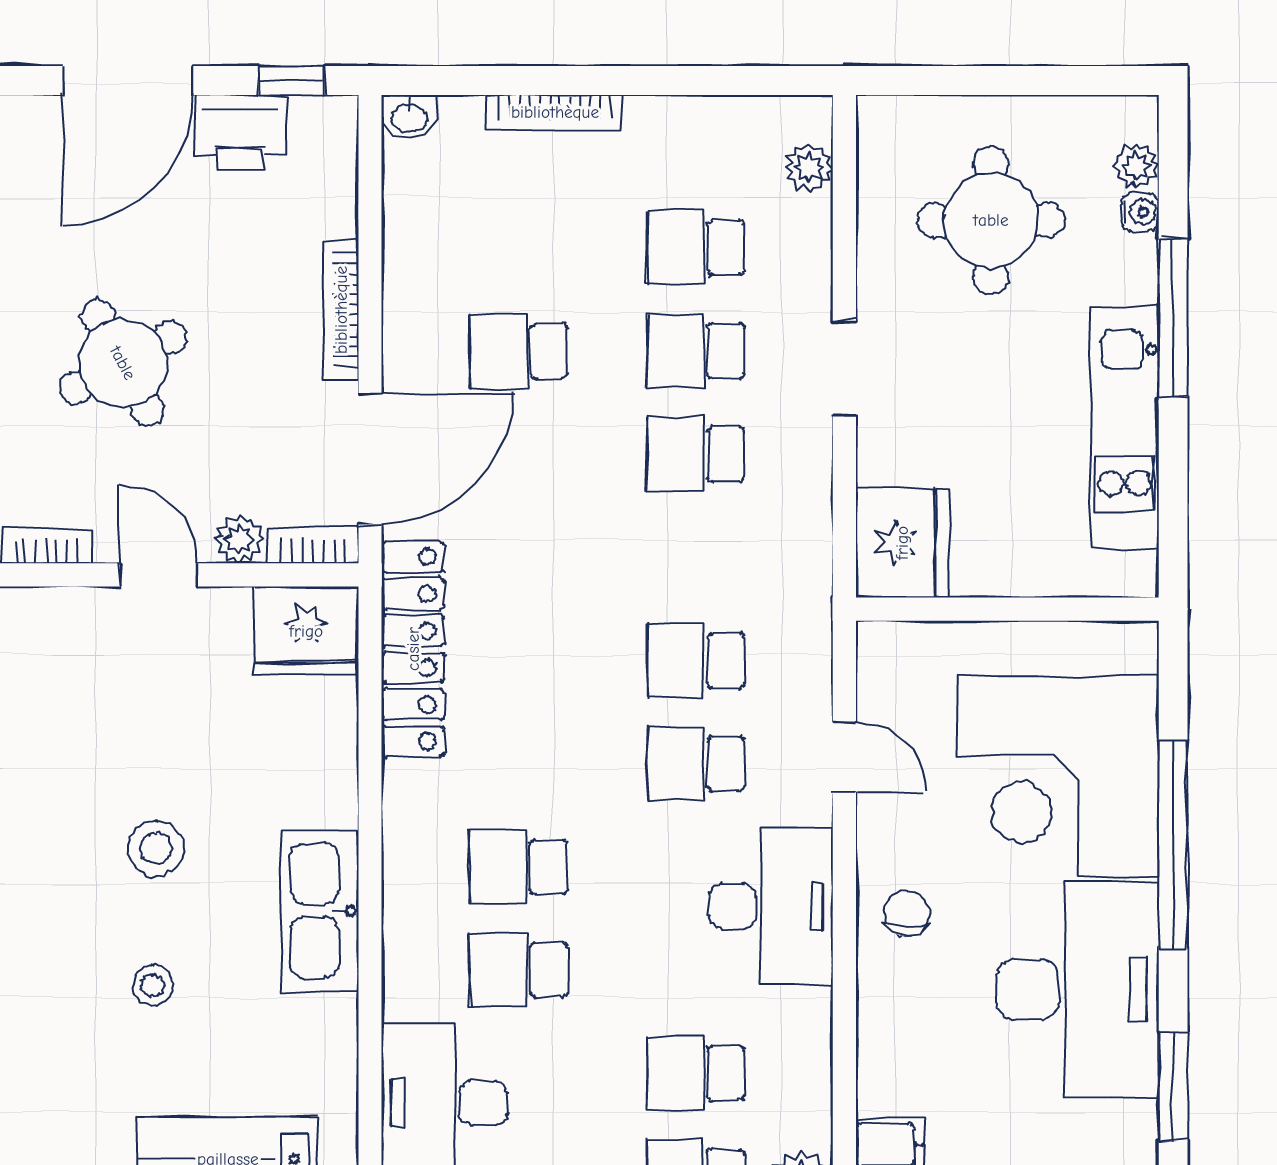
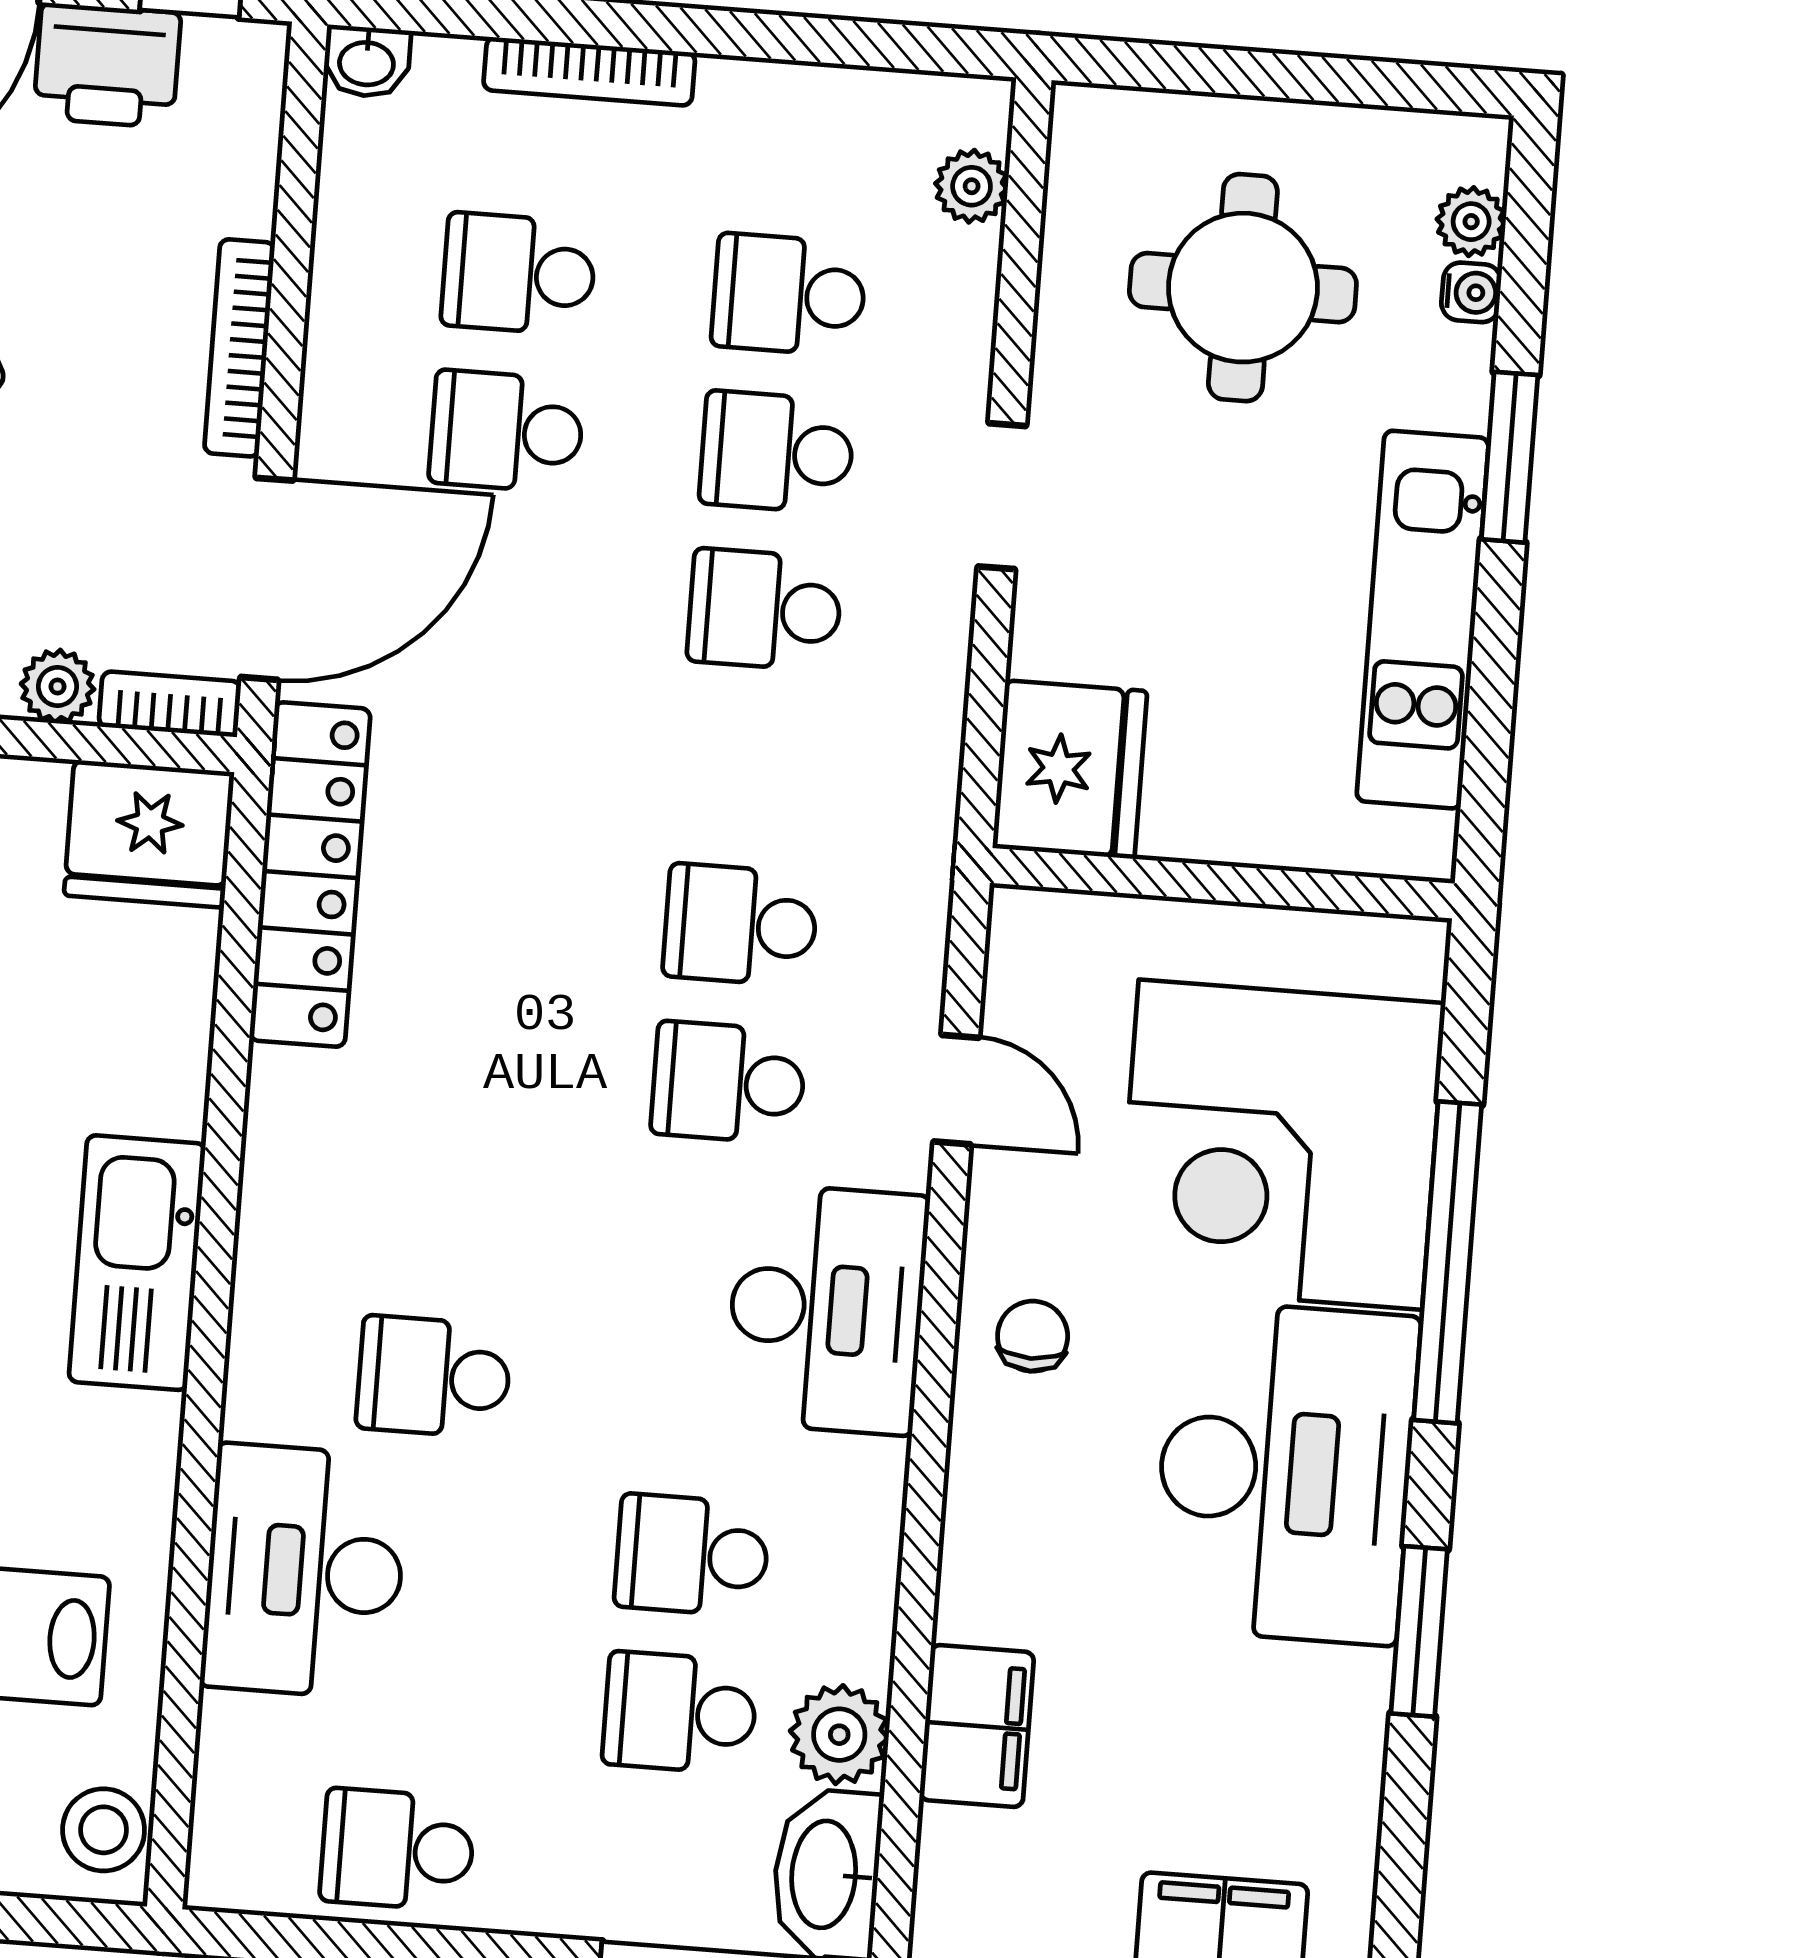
window: (1173, 317) -> (1510, 457), width x0.69
school desk: (519, 867) -> (519, 274), moved

